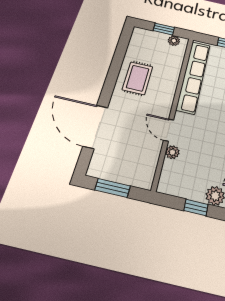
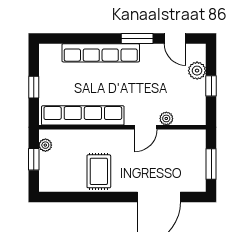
rug: (138, 78) -> (99, 171), turned 90

